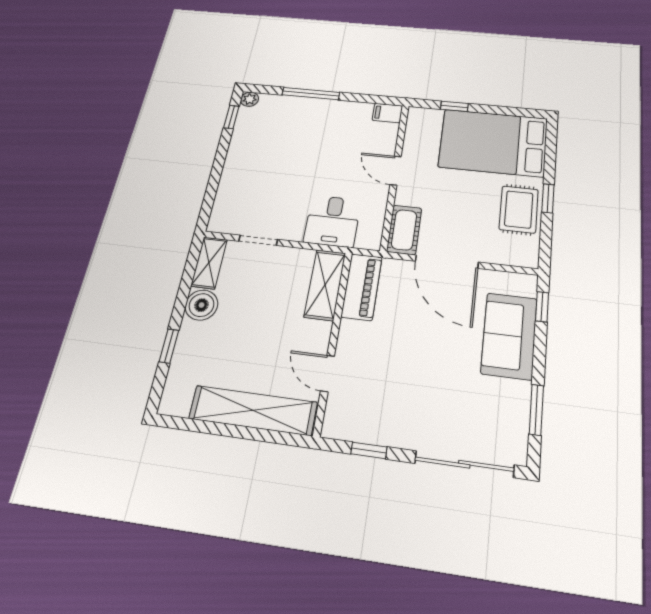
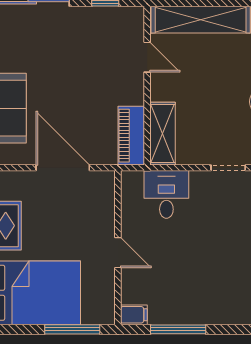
window: (311, 94) -> (178, 329), moved
window: (454, 106) -> (72, 329), width x2.17
cot: (404, 230) -> (103, 194), removed

